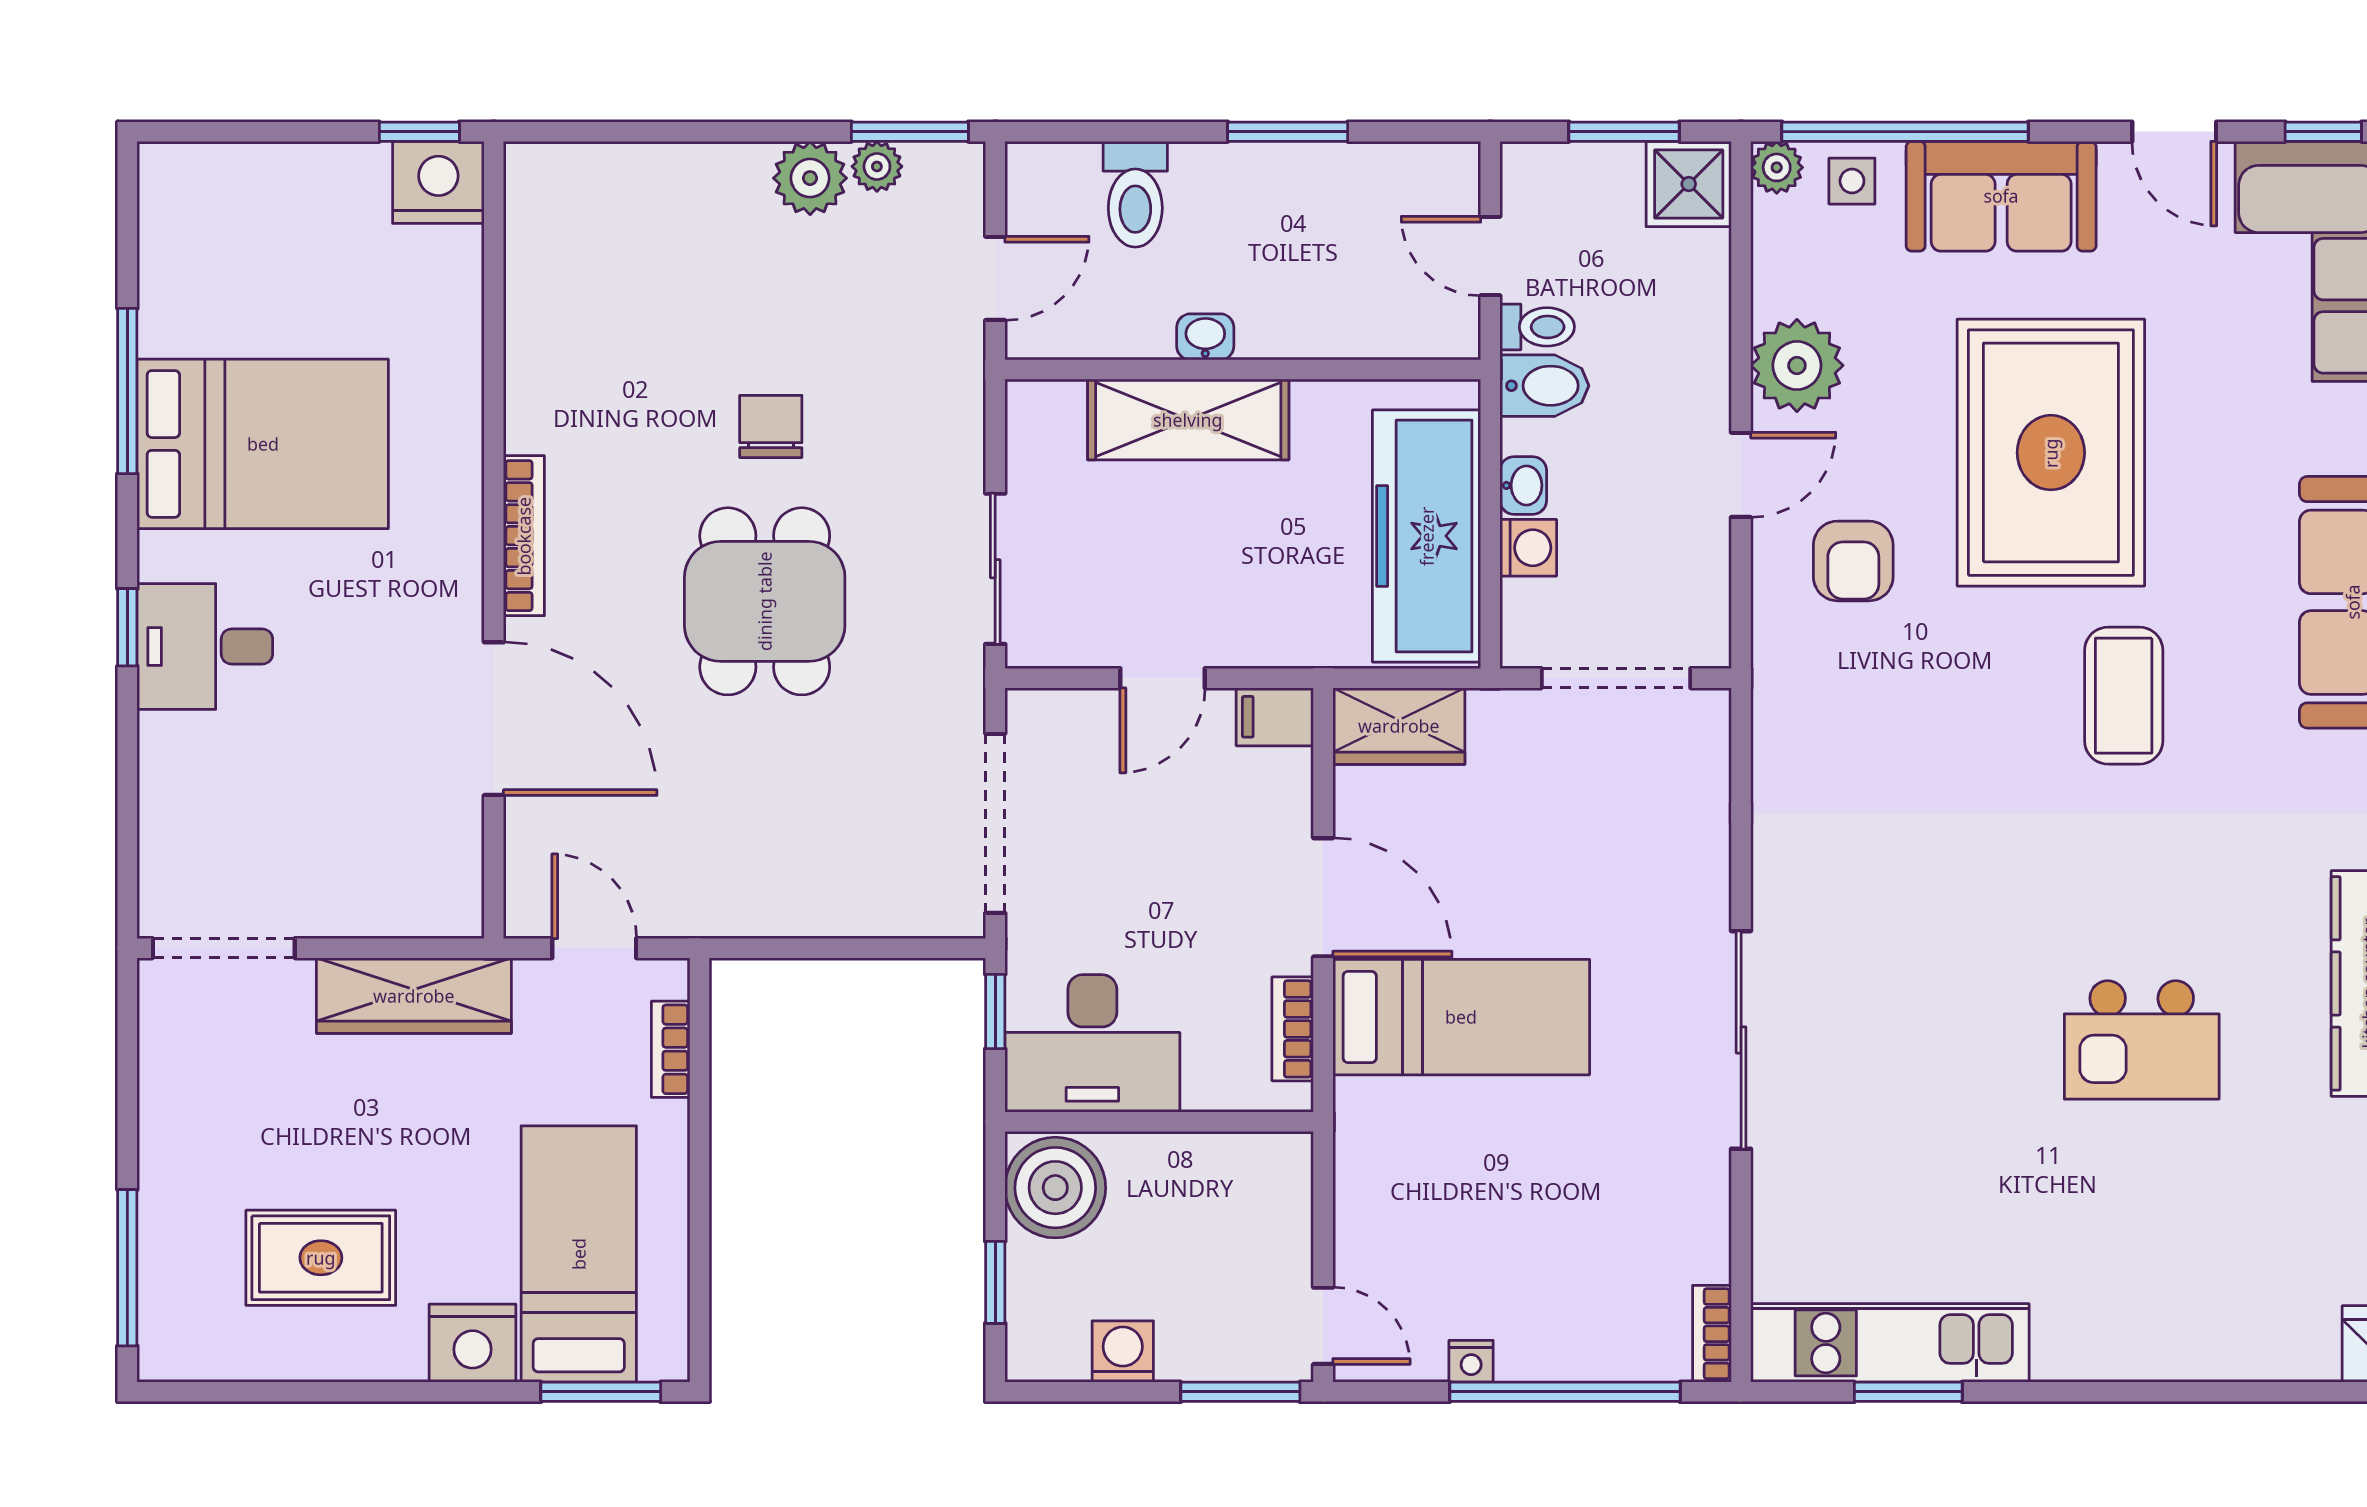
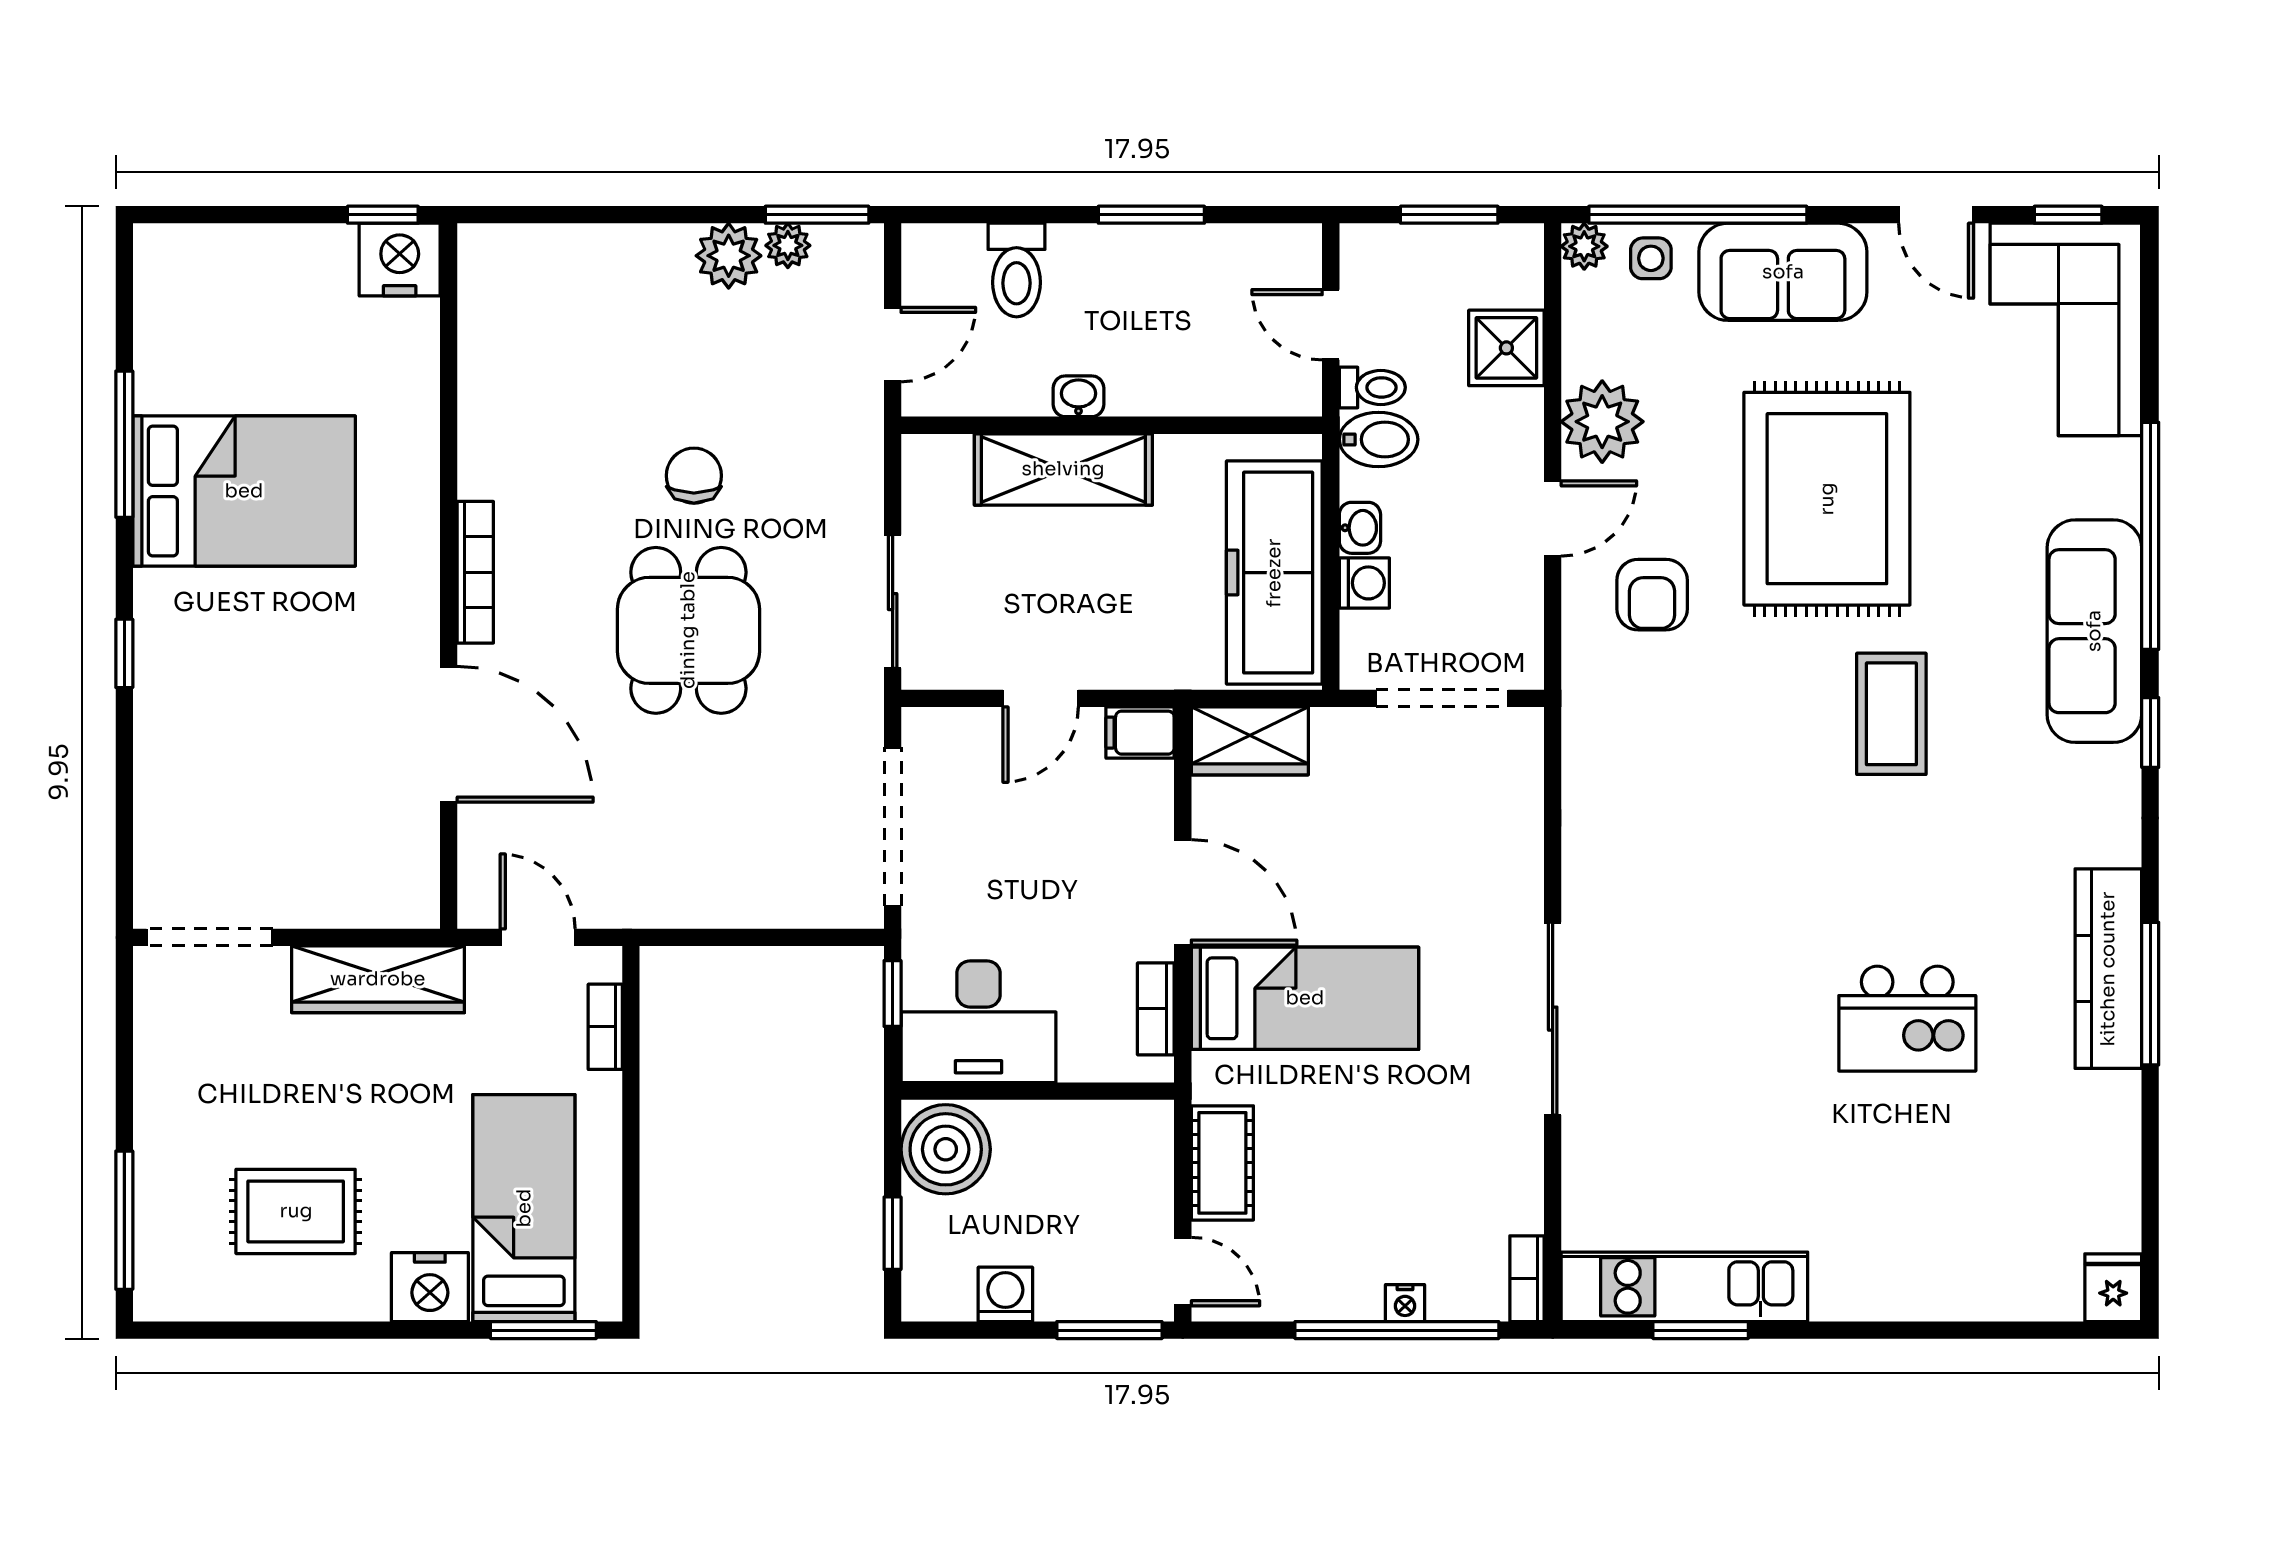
shower: (1689, 184) -> (1506, 348), moved
desk: (205, 647) -> (193, 670), removed
cot: (1368, 1203) -> (1222, 1163), added
nightstand: (1471, 1361) -> (1405, 1303), moved

